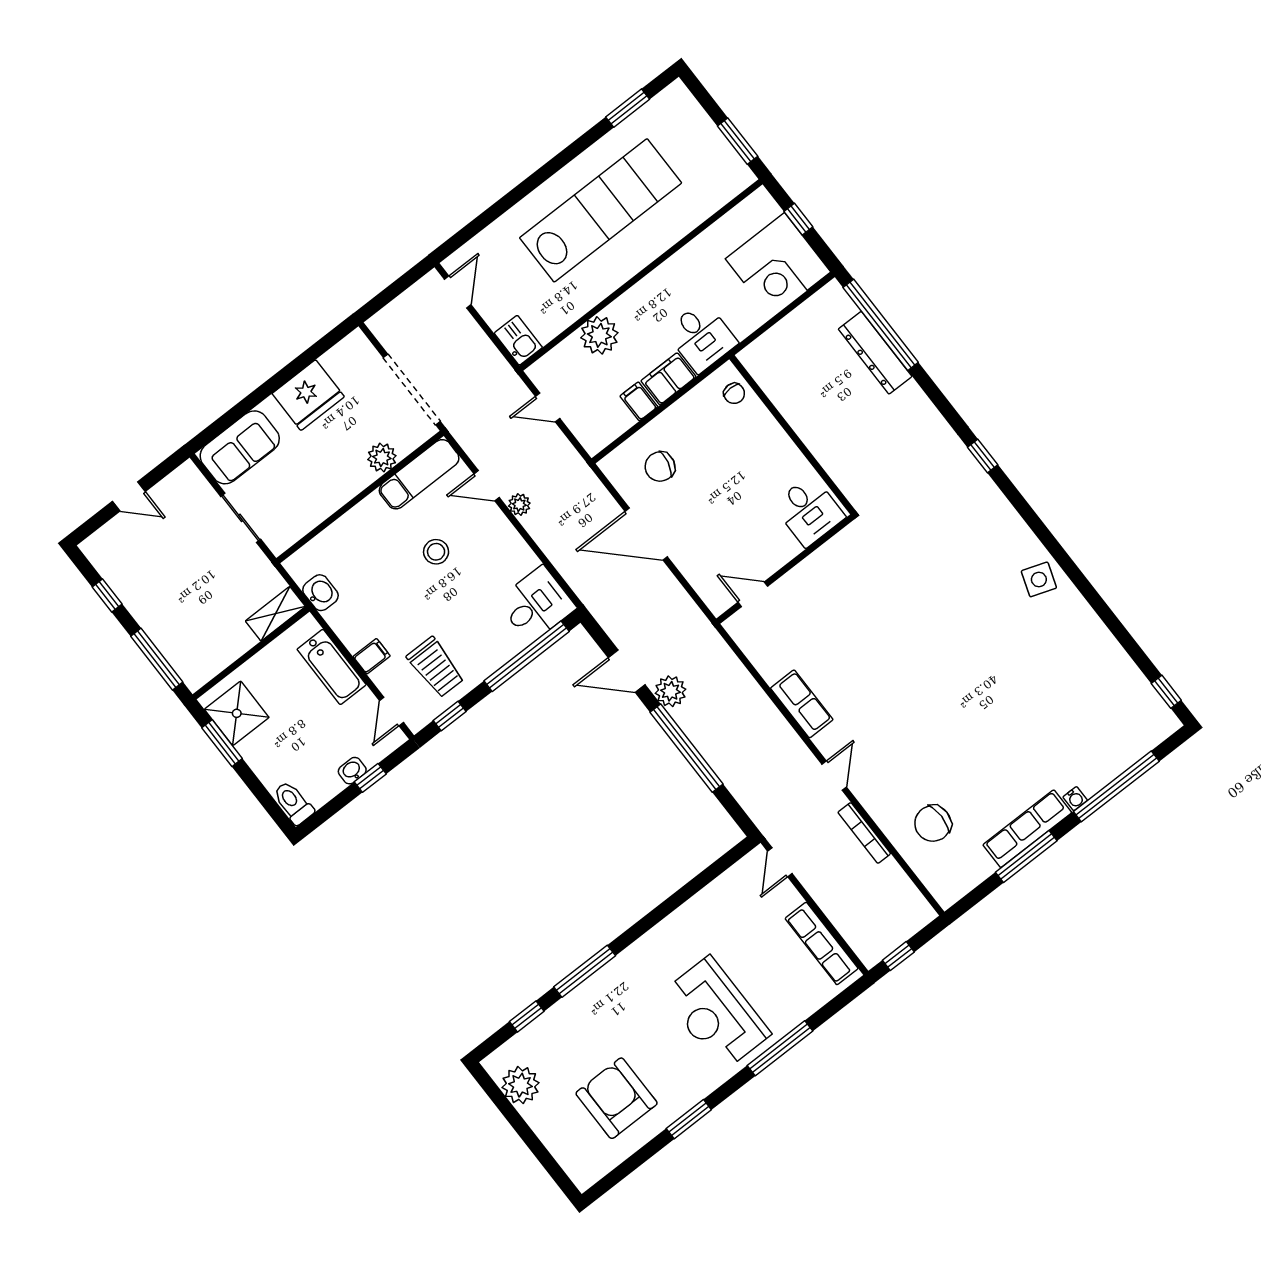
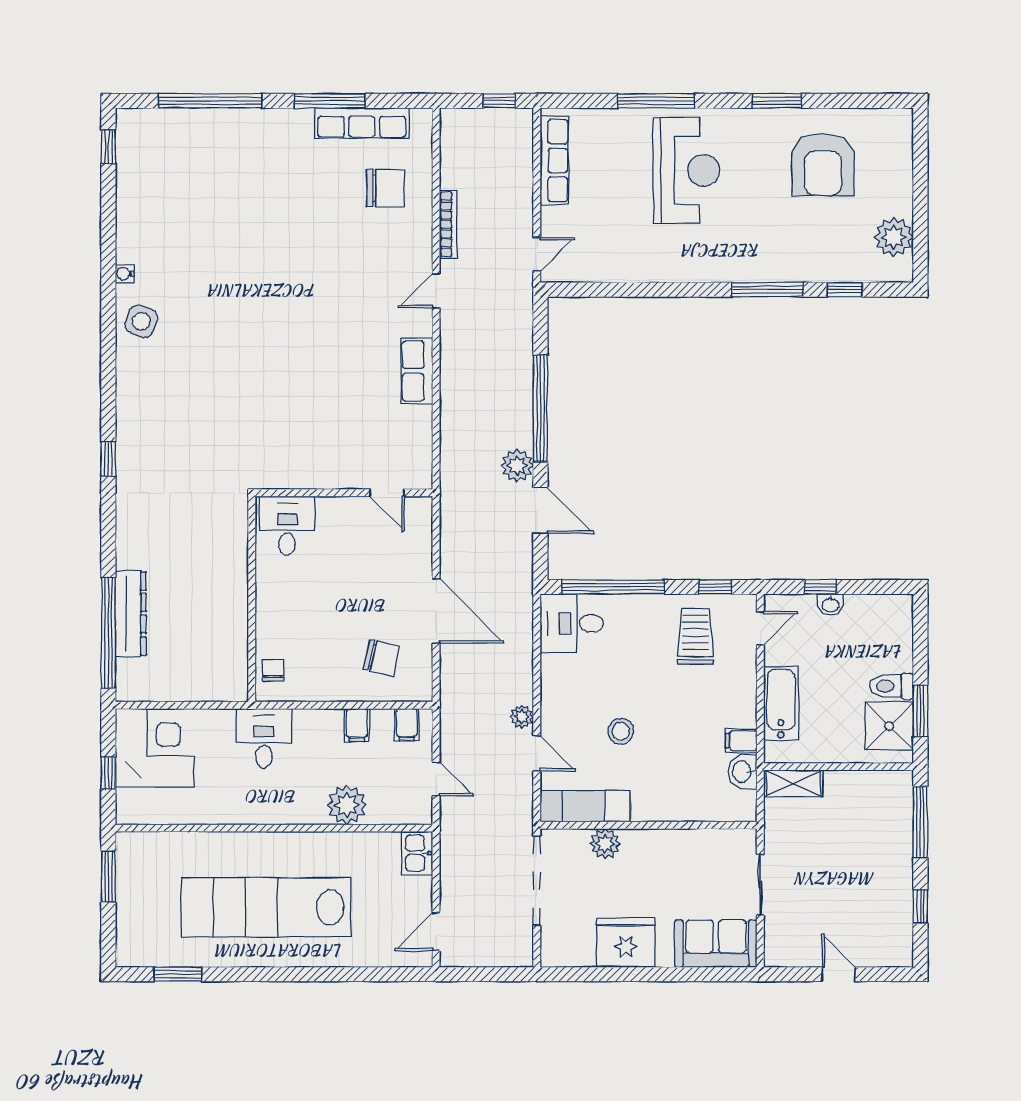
filing cabinet: (668, 379) -> (407, 725), moved, width x0.50
filing cabinet: (372, 656) -> (741, 741), moved
water cooler: (1075, 799) -> (125, 274), moved, turned -90
toilet: (293, 803) -> (891, 686), moved, turned 90
row of seats: (1027, 829) -> (362, 123), moved

